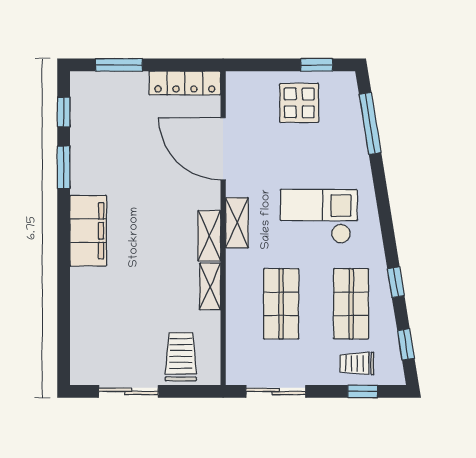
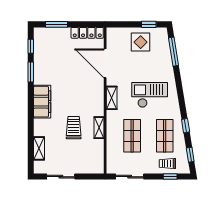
shelving: (209, 236) -> (39, 148), moved
trolley: (181, 357) -> (74, 128), moved

